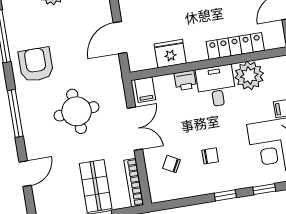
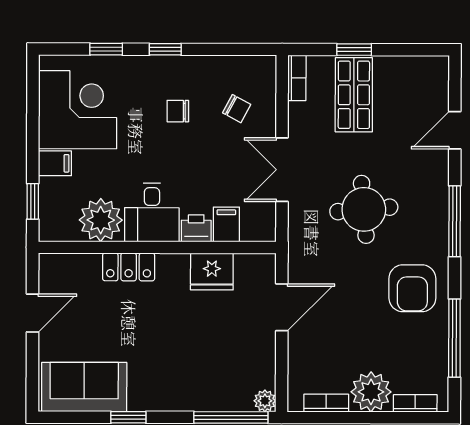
locker: (235, 46) -> (129, 267), width x0.66
filing cabinet: (145, 90) -> (226, 224), moved
bookcase: (134, 183) -> (297, 78), width x0.64

